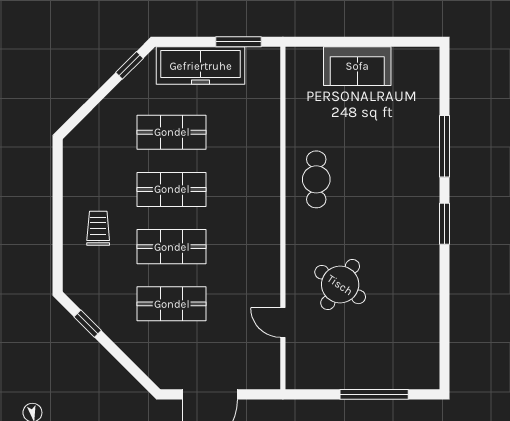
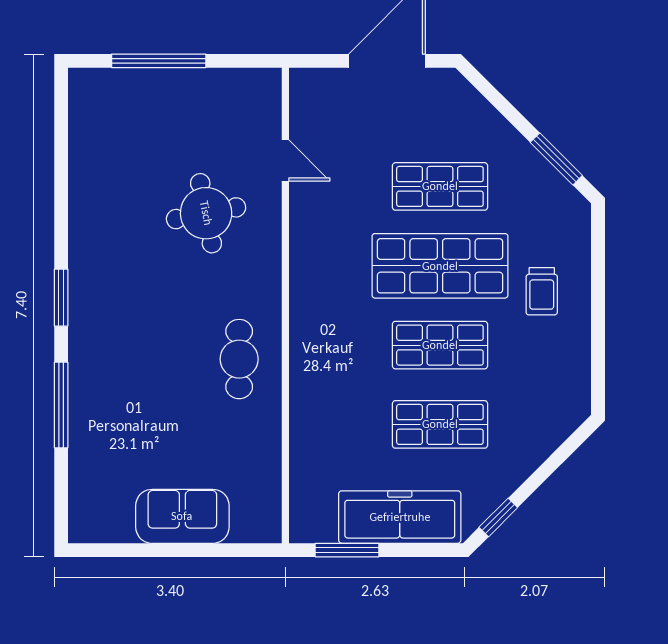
shop shelf: (172, 247) -> (440, 266), width x1.43, depth x1.36
round table: (340, 285) -> (206, 213), turned 45
window: (88, 324) -> (556, 159), width x1.50

